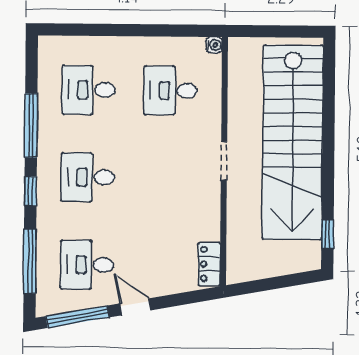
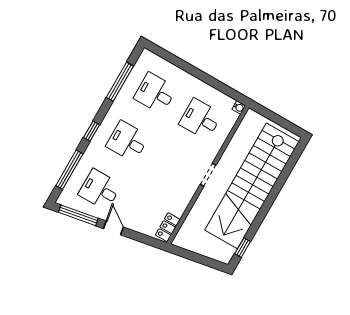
window: (31, 125) -> (120, 82), moved

